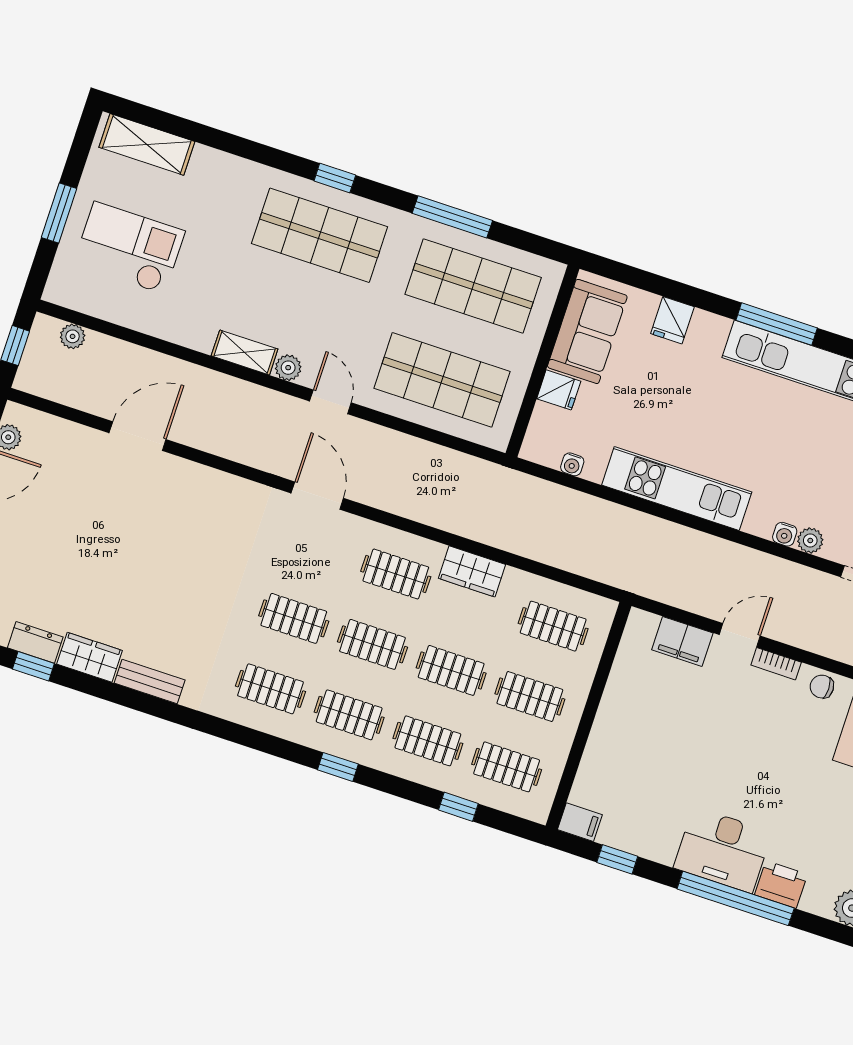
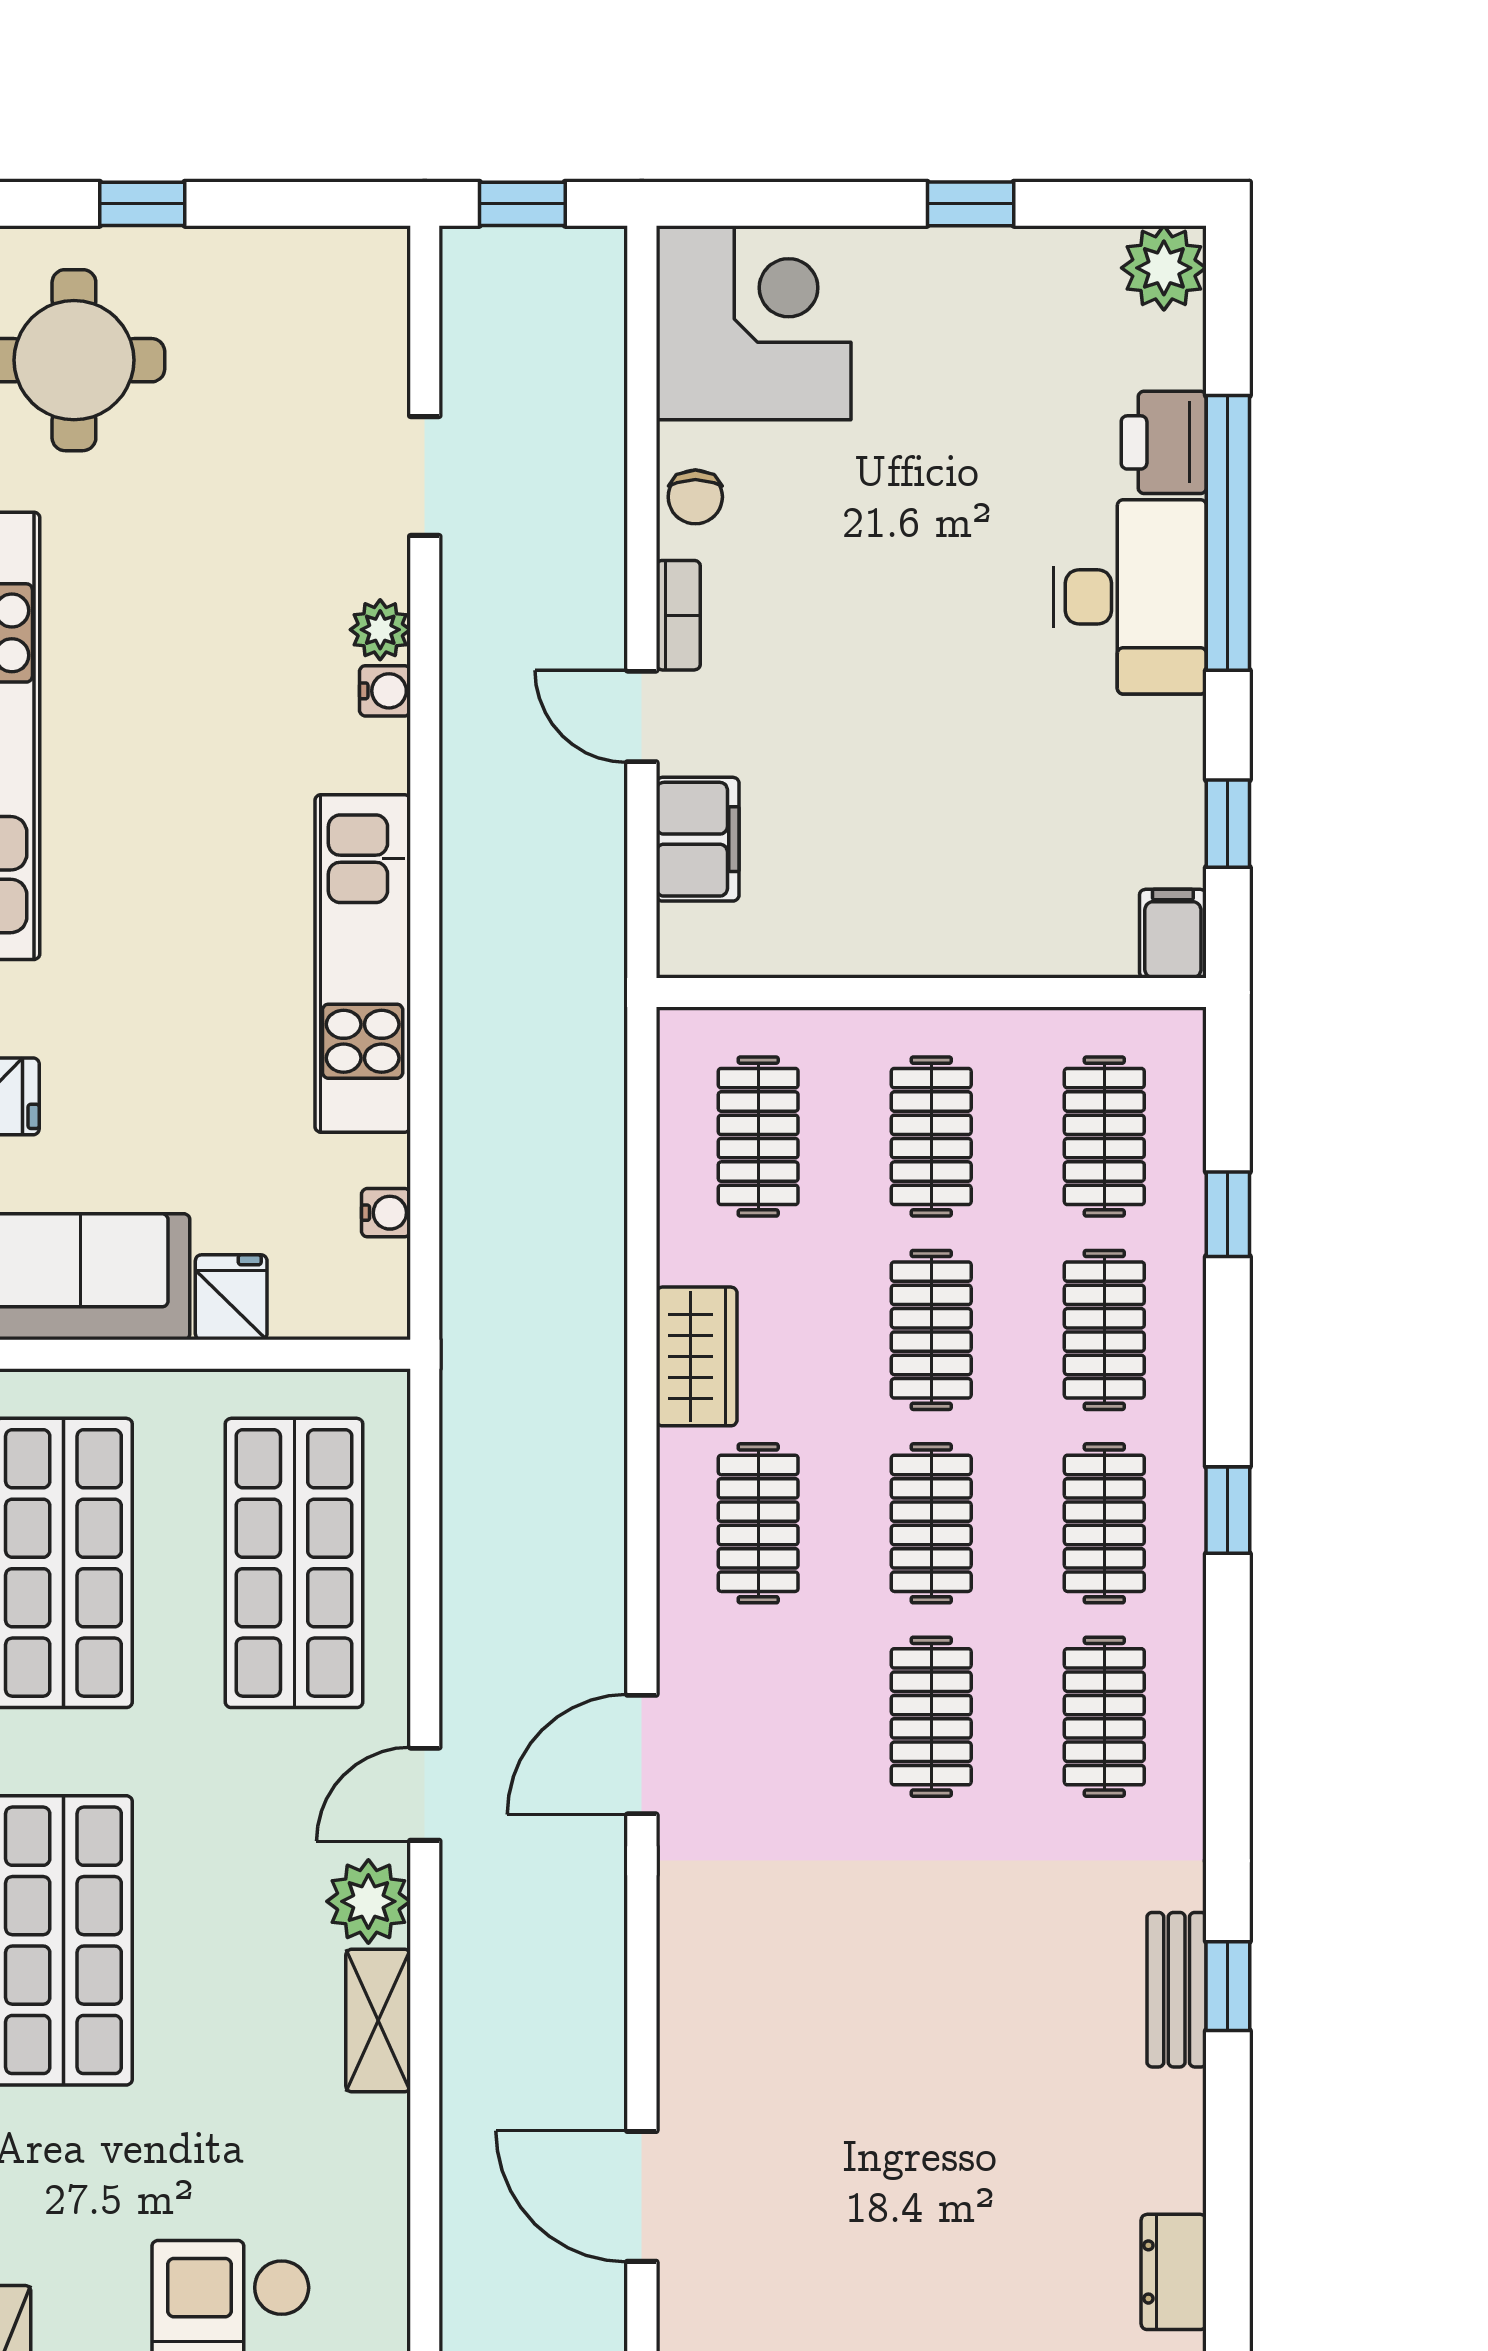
plant: (288, 368) -> (368, 1901), width x1.38, depth x1.38
wardrobe: (90, 657) -> (1167, 2141), removed
window: (33, 666) -> (1228, 1986), moved

